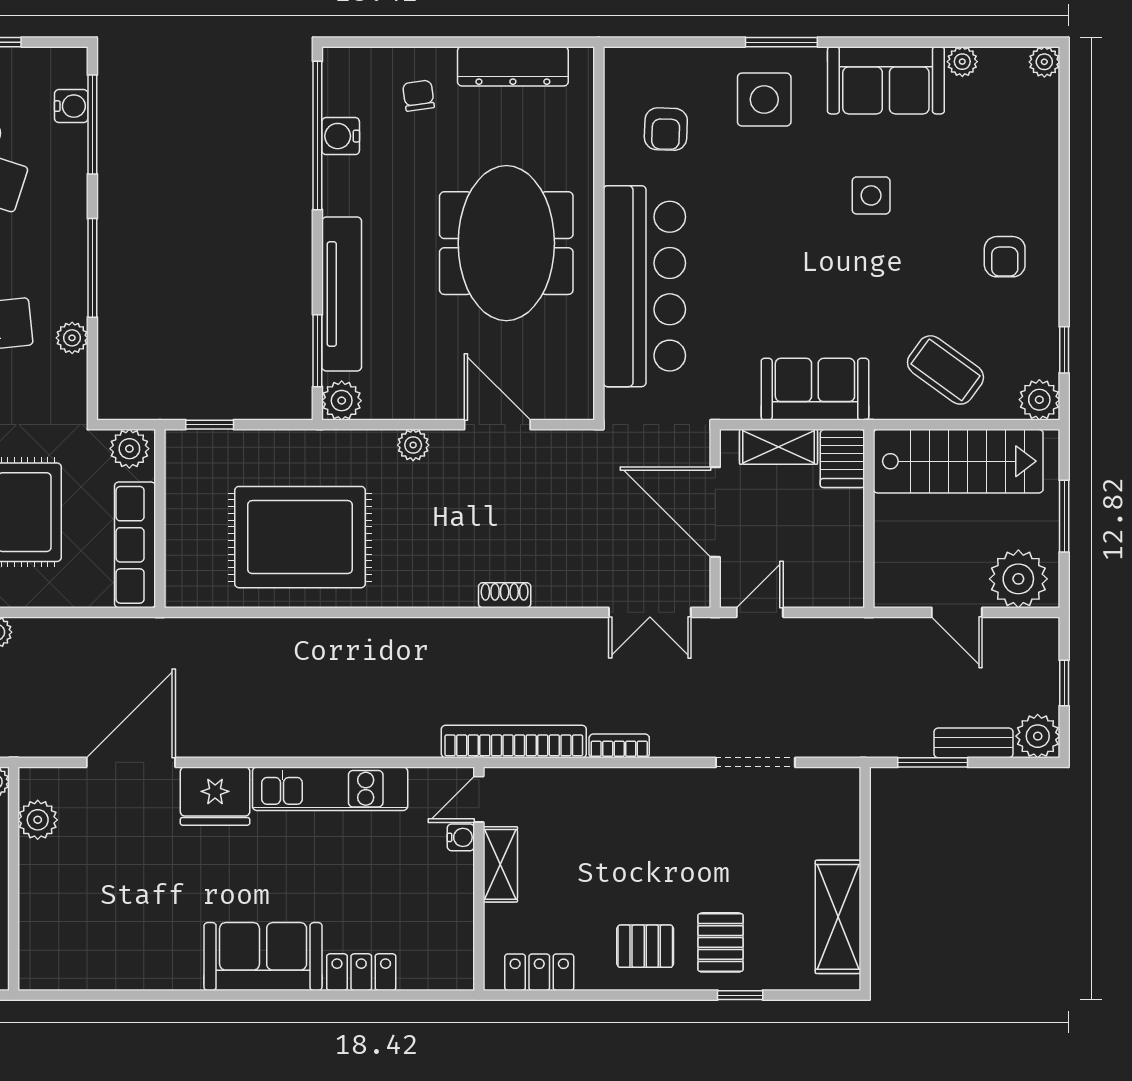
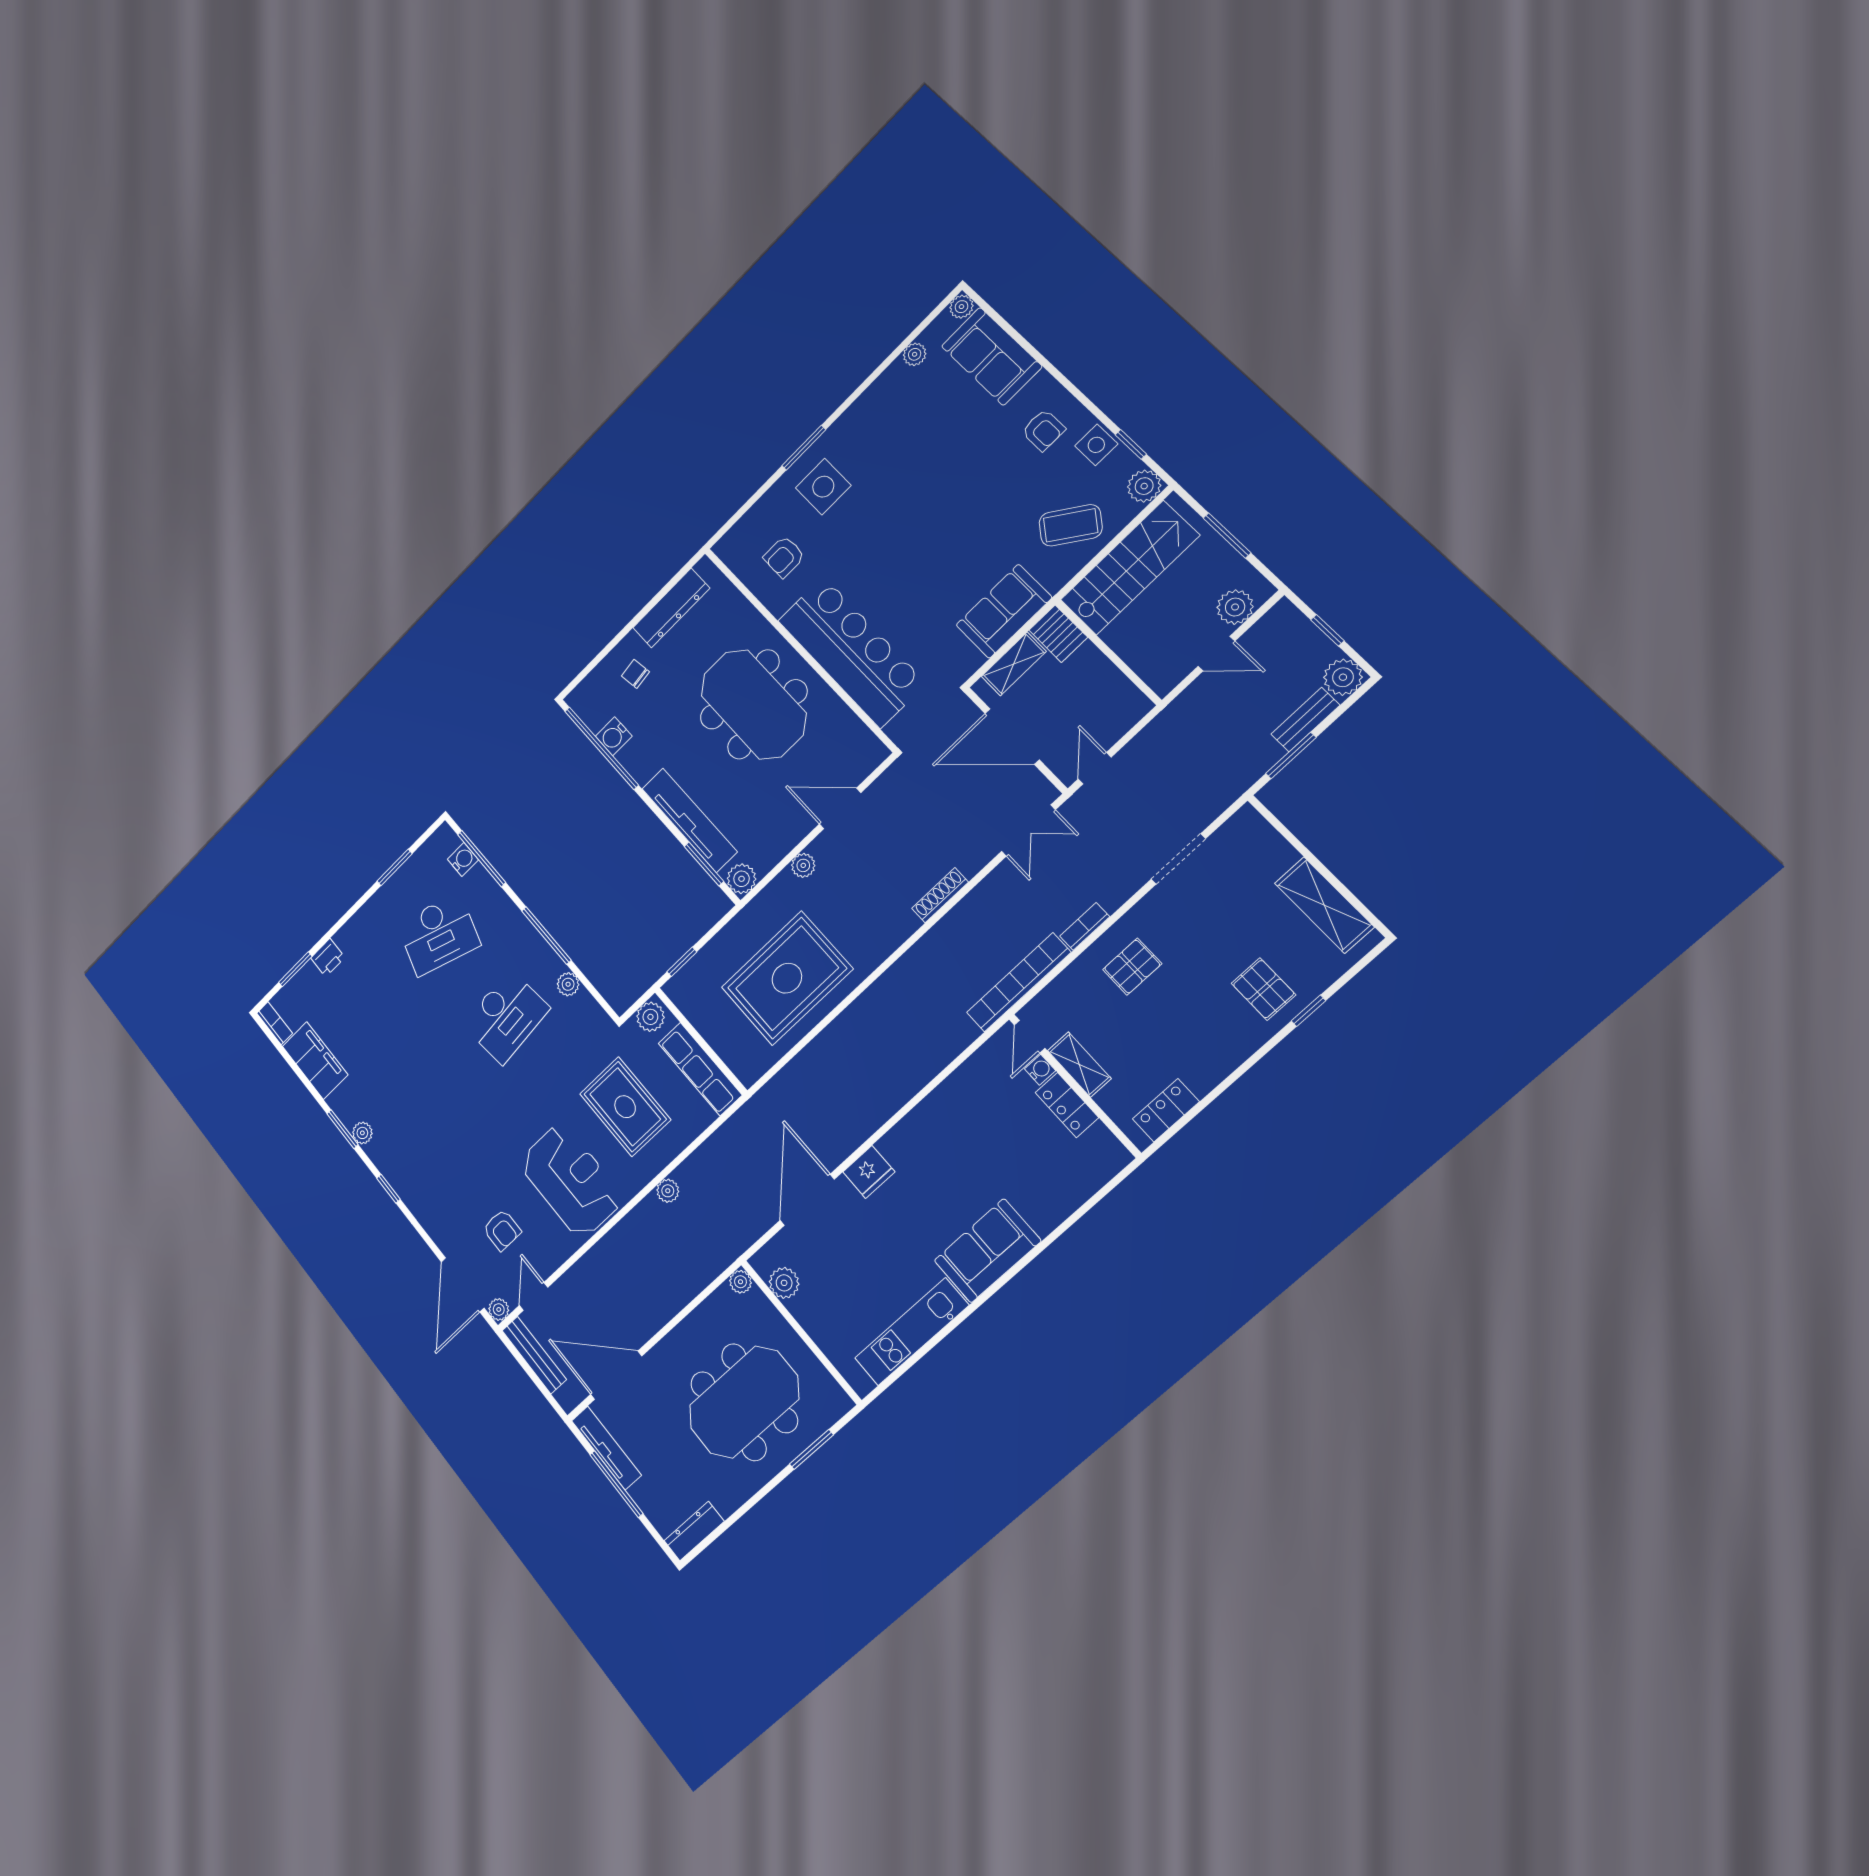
sofa: (886, 80) -> (992, 356), moved, turned 90
armchair: (666, 129) -> (784, 557), turned 88
side table: (871, 195) -> (1096, 445), moved
plant: (1018, 579) -> (1235, 607), width x0.73, depth x0.73
shoe rack: (505, 595) -> (940, 895), width x1.43
kitchen unit: (330, 789) -> (912, 1332), moved, turned 180
fridge: (215, 796) -> (869, 1172), width x0.73, depth x0.75
pallet: (645, 946) -> (1132, 967), moved
locker: (361, 972) -> (1067, 1105), moved, turned -90

